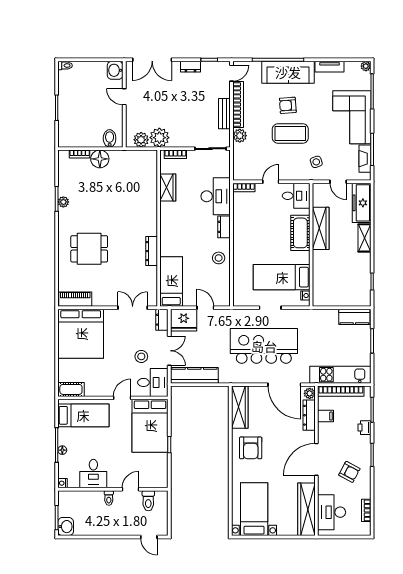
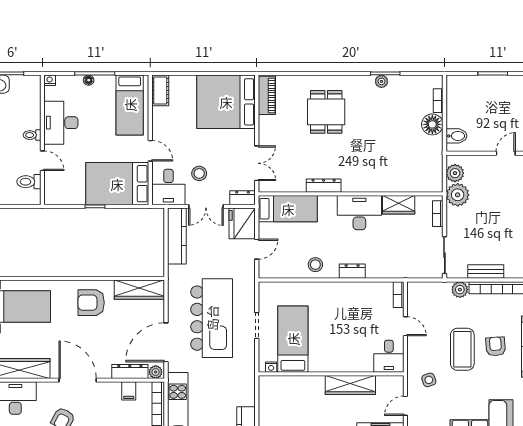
desk: (216, 196) -> (359, 213), moved, turned 180
cot: (300, 233) -> (345, 361), removed
desk: (93, 474) -> (61, 123), width x1.37

